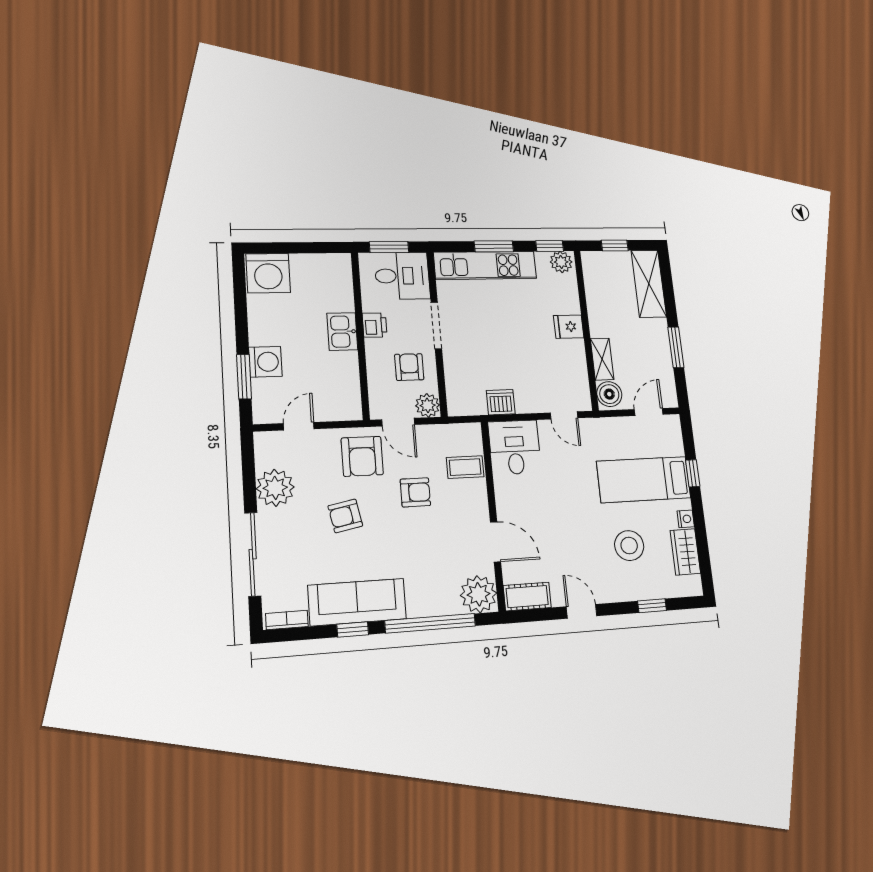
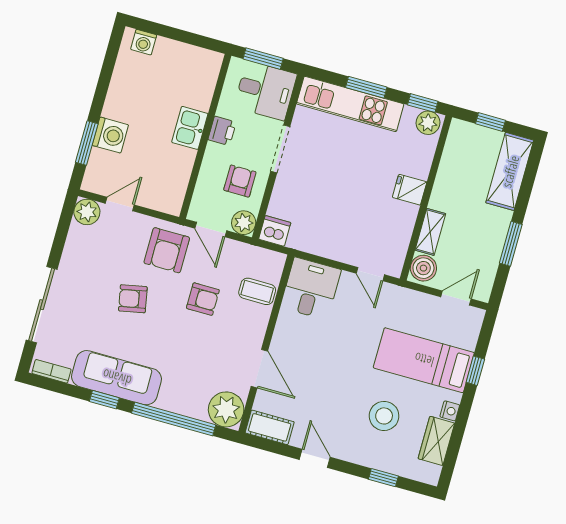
washing machine: (268, 273) -> (144, 42), width x0.53, depth x0.53
dishwasher: (501, 402) -> (275, 231), moved
plant: (275, 488) -> (87, 212), moved, width x0.73, depth x0.73

